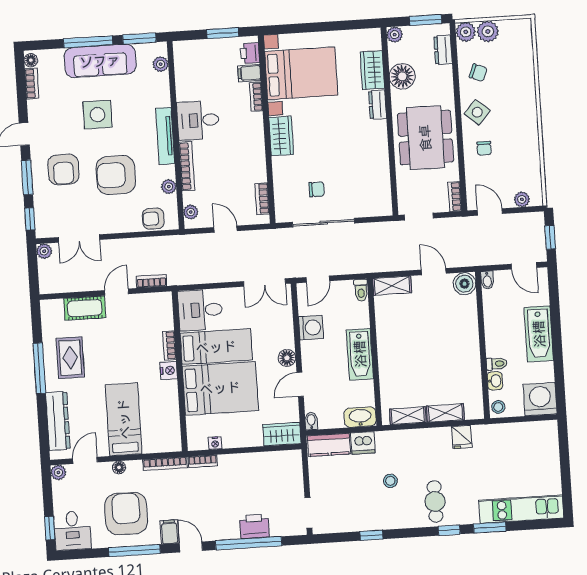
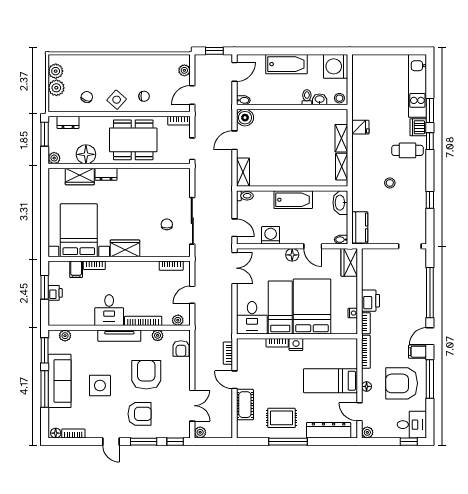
plant: (466, 32) -> (56, 71), moved
printer: (250, 53) -> (55, 293), moved, turned -90
armchair: (116, 175) -> (146, 375), turned 180
dishwasher: (363, 443) -> (418, 127), moved, turned 180
printer: (254, 526) -> (370, 301), moved, turned 180

